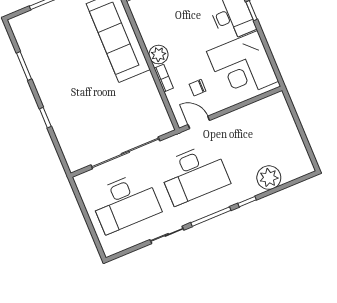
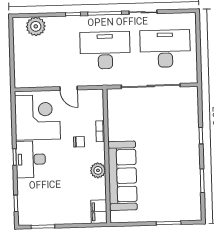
plant: (159, 55) -> (98, 170), moved
chair: (198, 88) -> (79, 142), moved
door: (199, 122) -> (69, 88), moved
plant: (269, 178) -> (36, 26), moved

